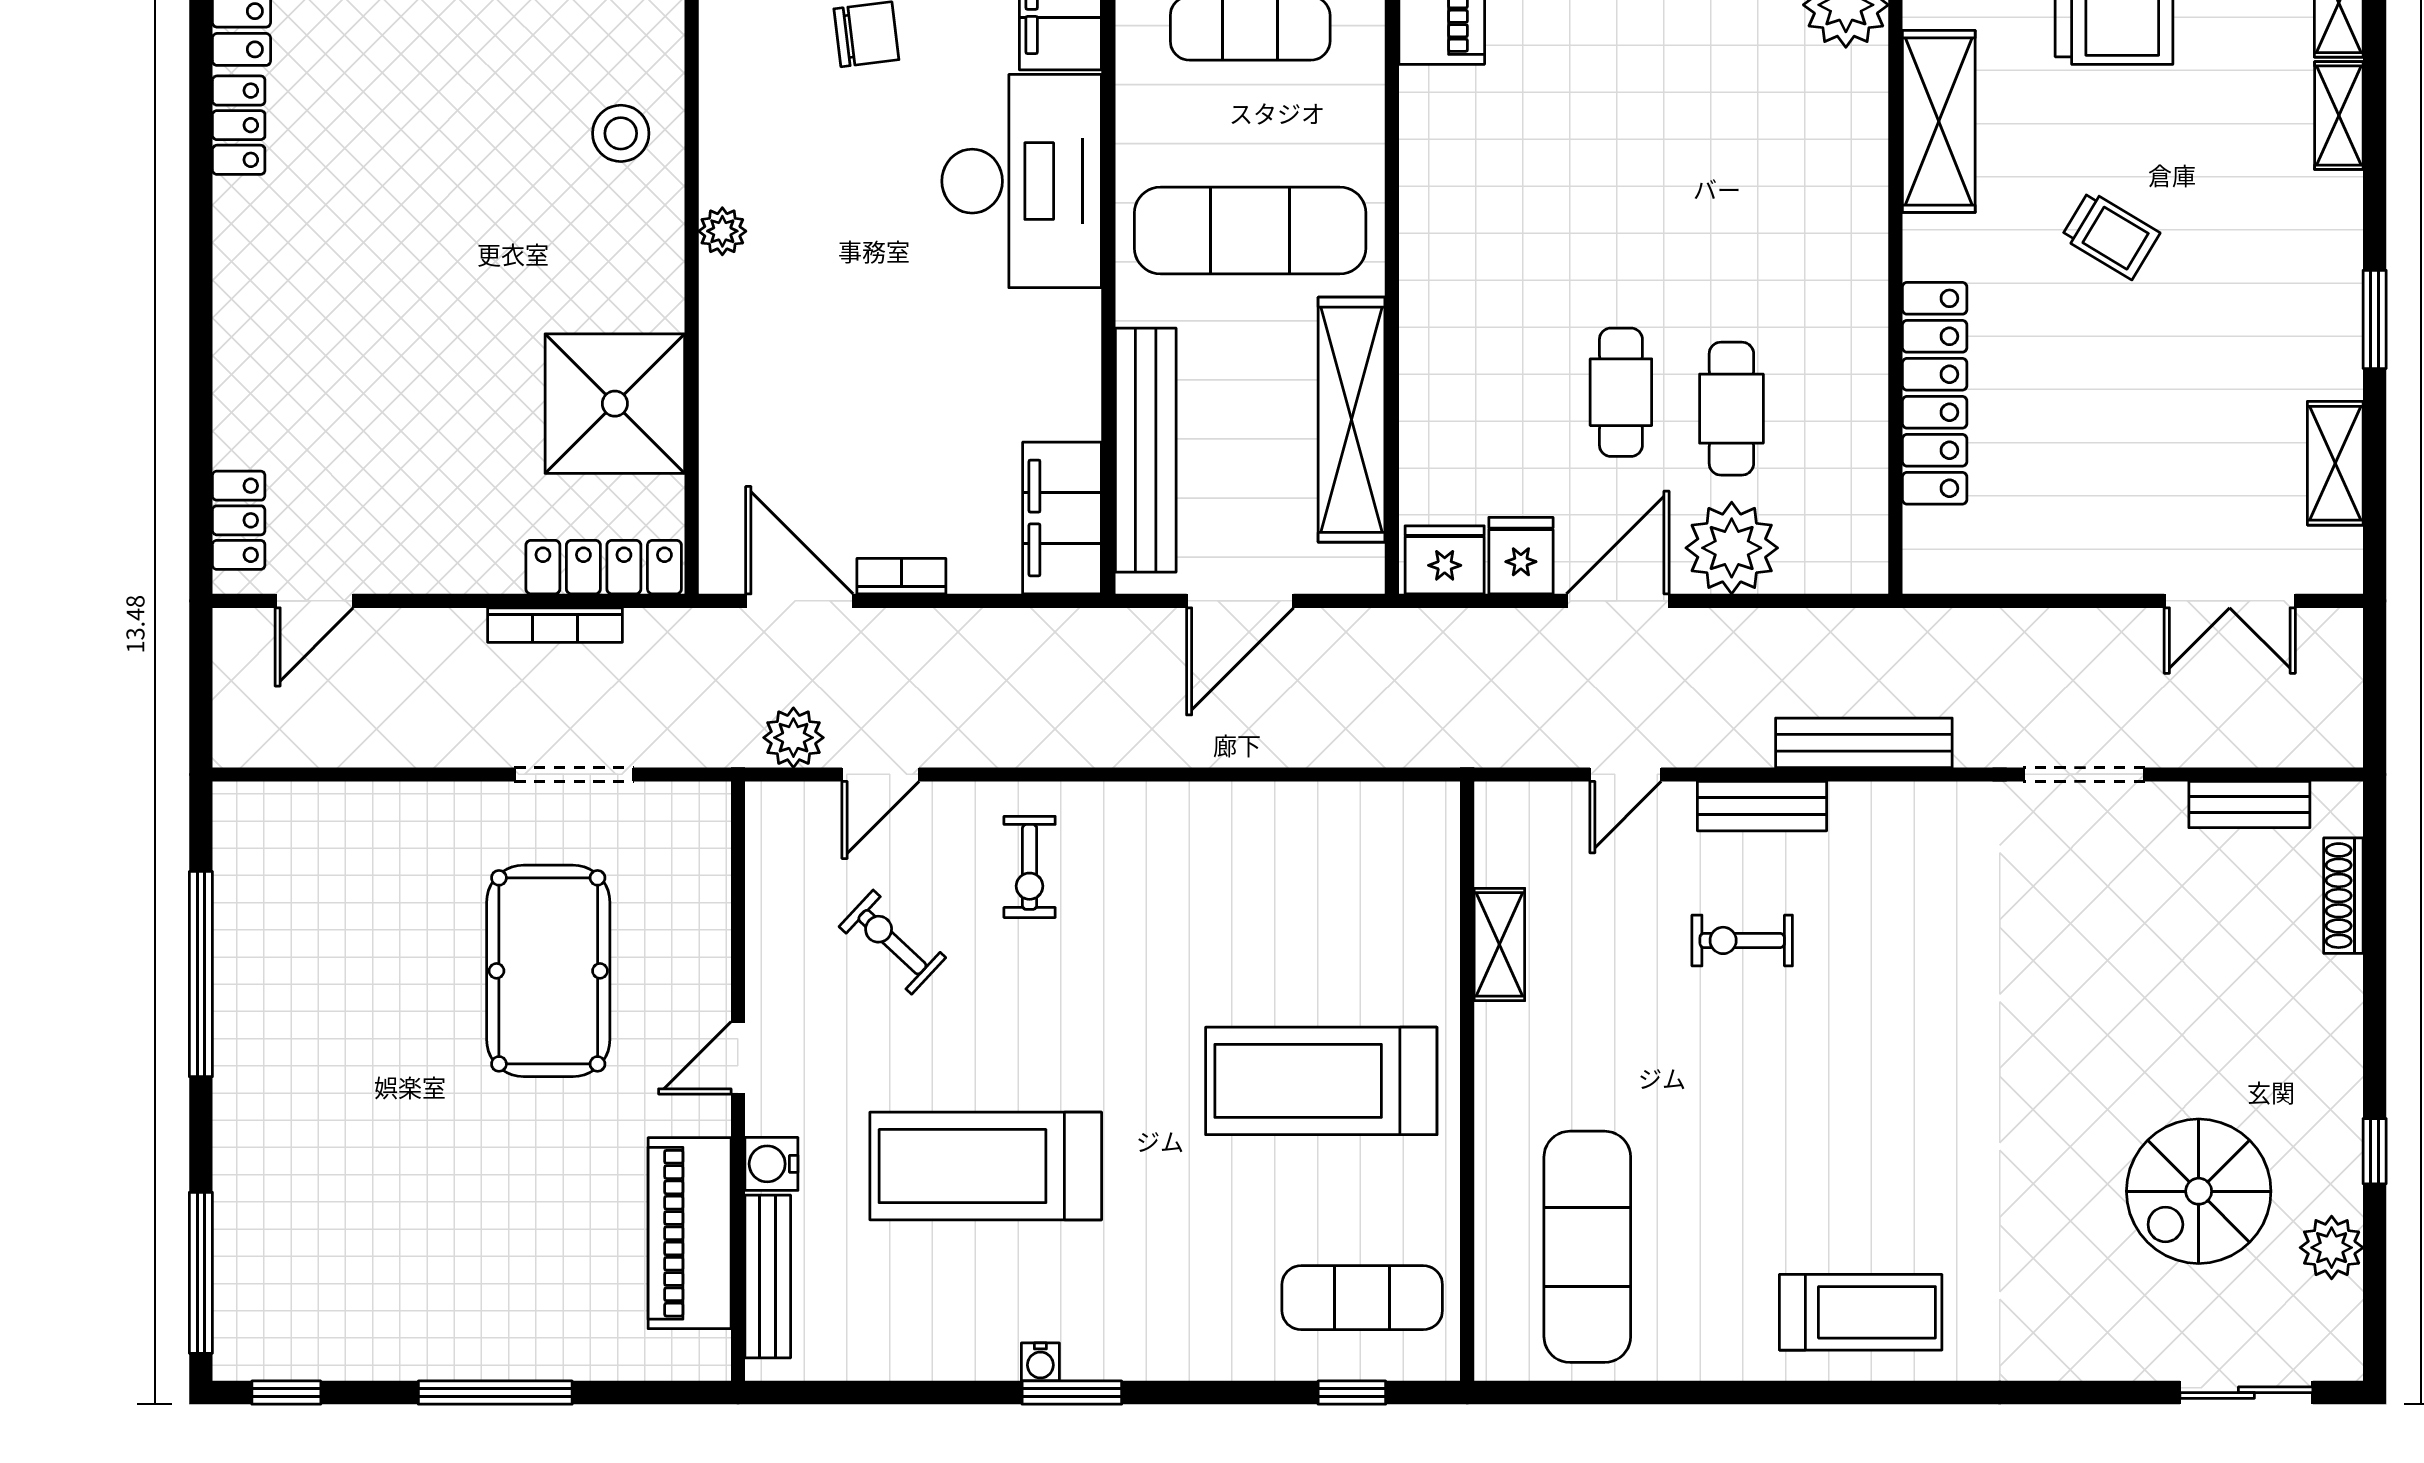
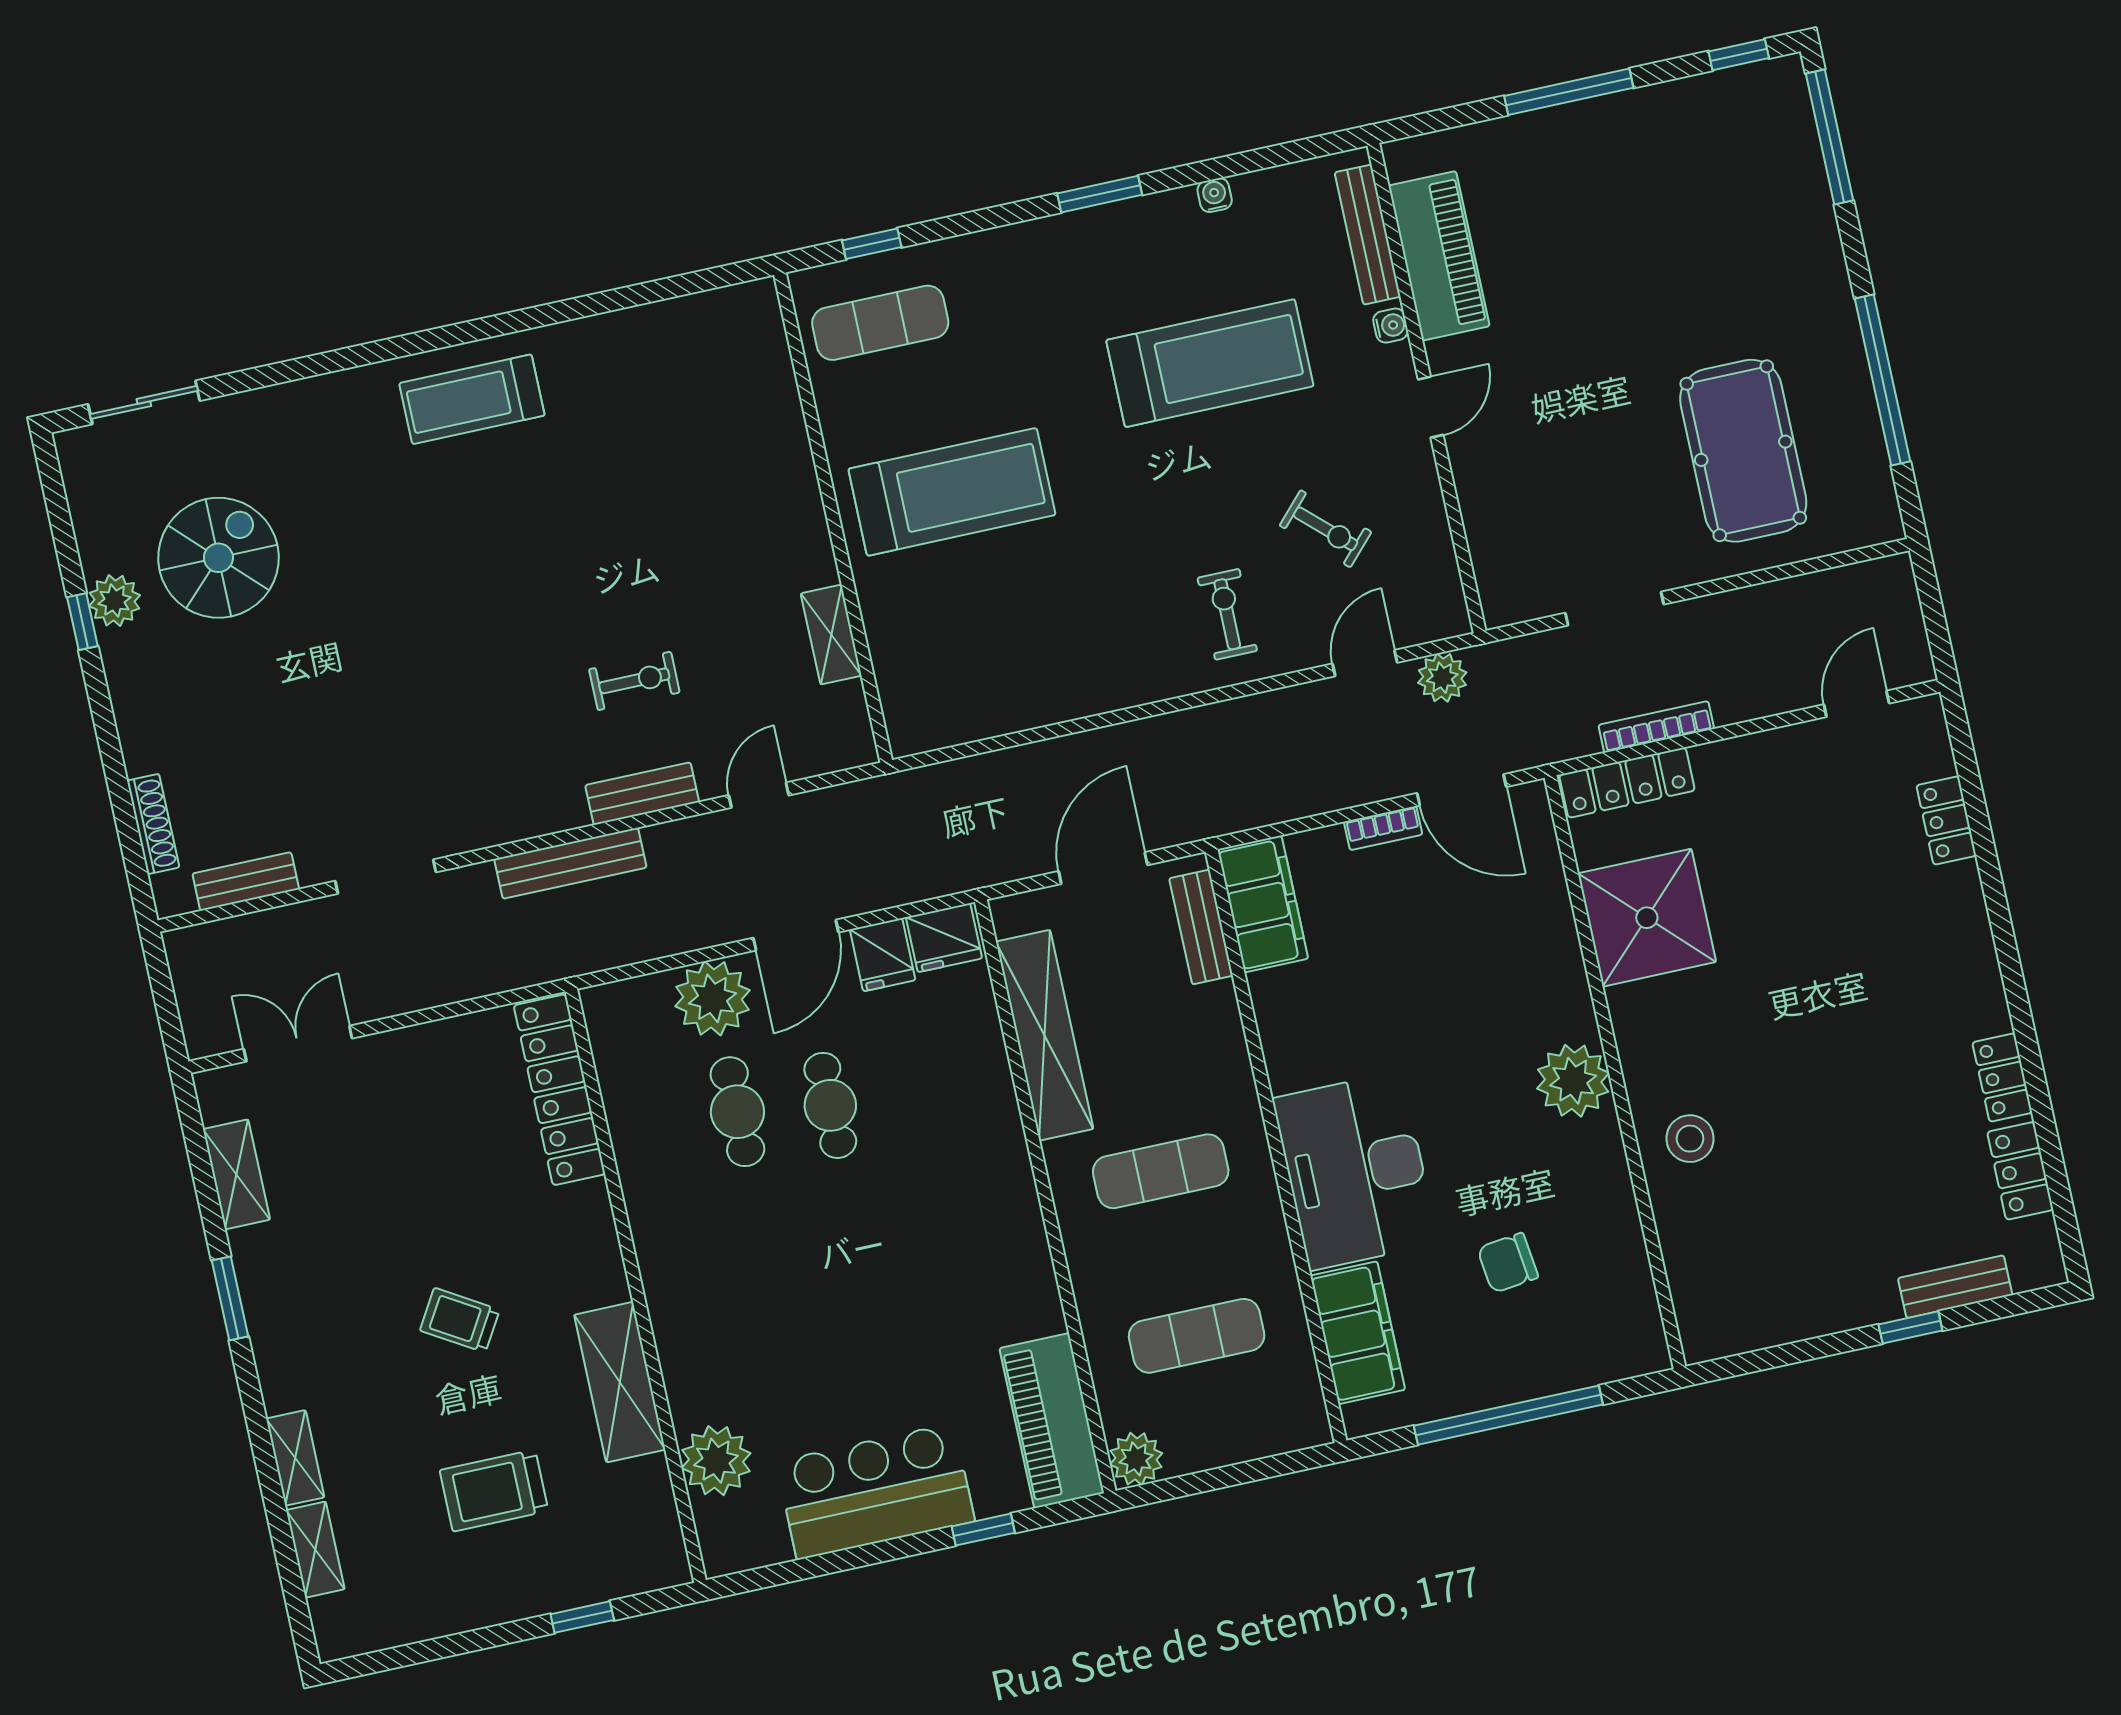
exercise mat: (1250, 230) -> (1161, 1171), width x0.73, depth x0.69
plant: (722, 231) -> (1573, 1081), width x1.87, depth x1.87
locker: (1935, 393) -> (559, 1090), moved
bench: (1146, 450) -> (1201, 927), width x0.54, depth x0.82
locker: (239, 520) -> (1946, 820), moved
pool table: (548, 971) -> (1743, 451), moved
water cooler: (771, 1164) -> (1391, 326), width x0.72, depth x0.72
exercise mat: (1587, 1247) -> (706, 404), removed
plant: (2332, 1248) -> (114, 601), moved
water cooler: (1040, 1362) -> (1215, 195), moved

